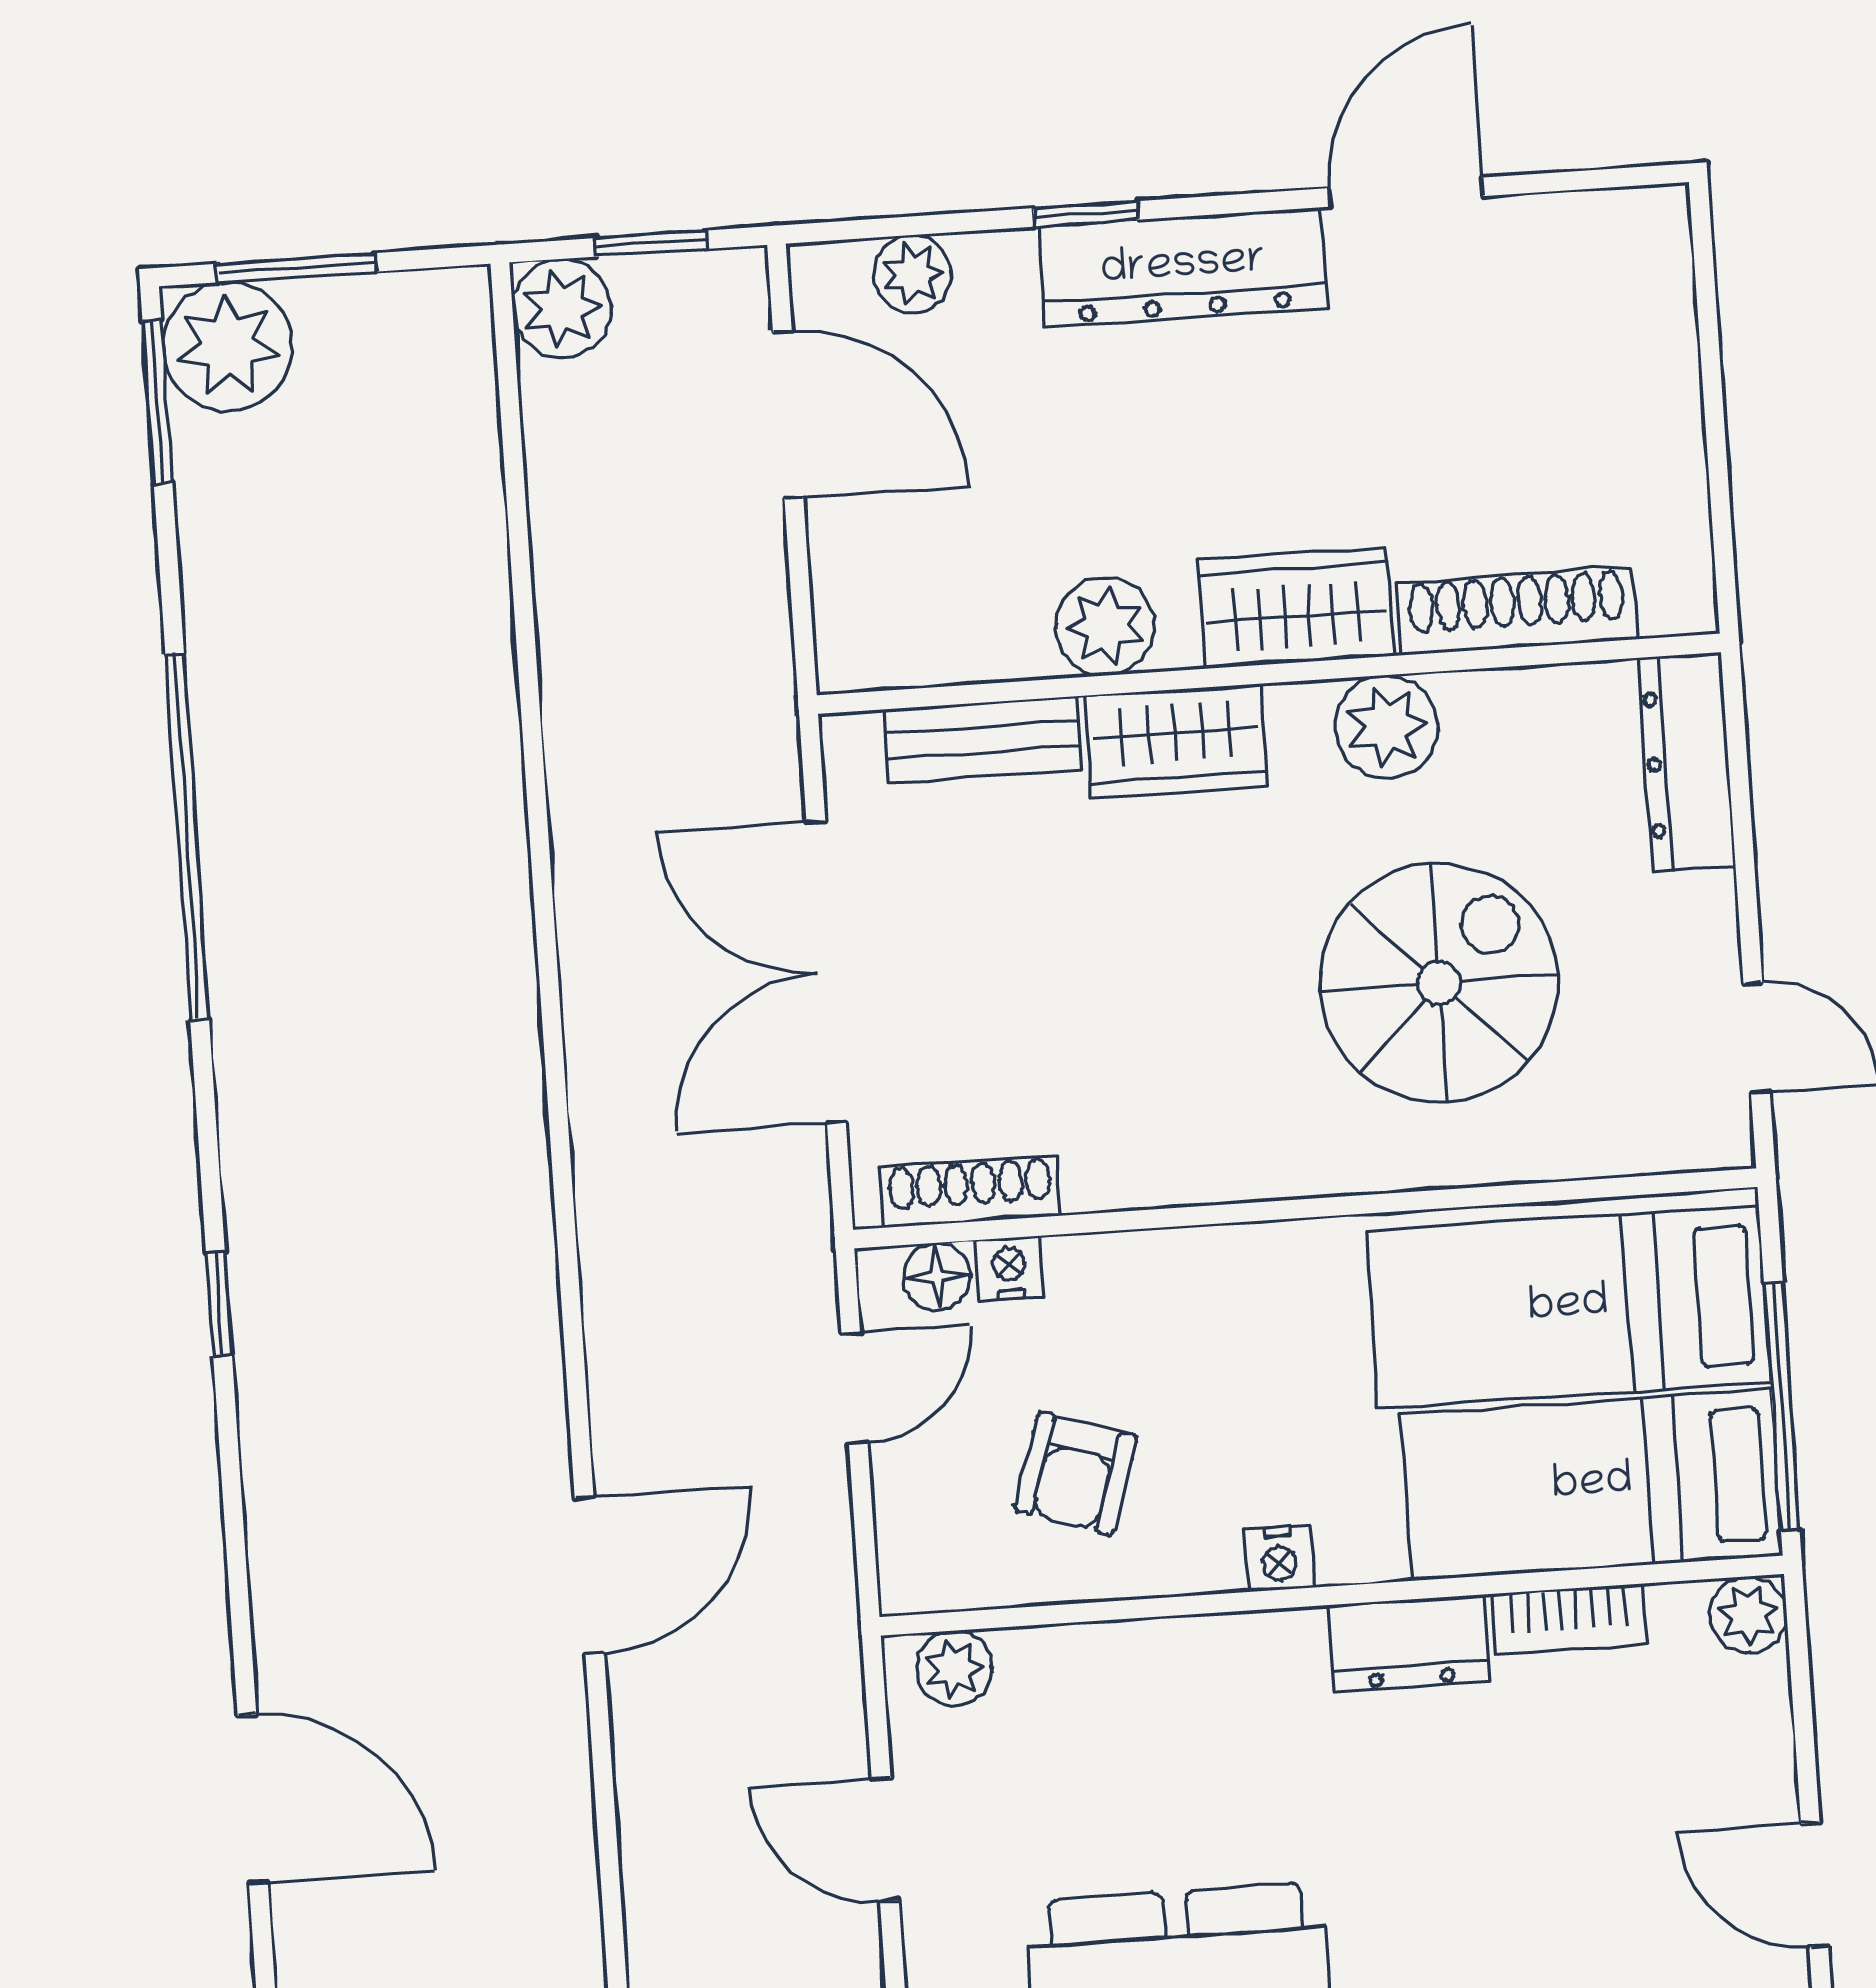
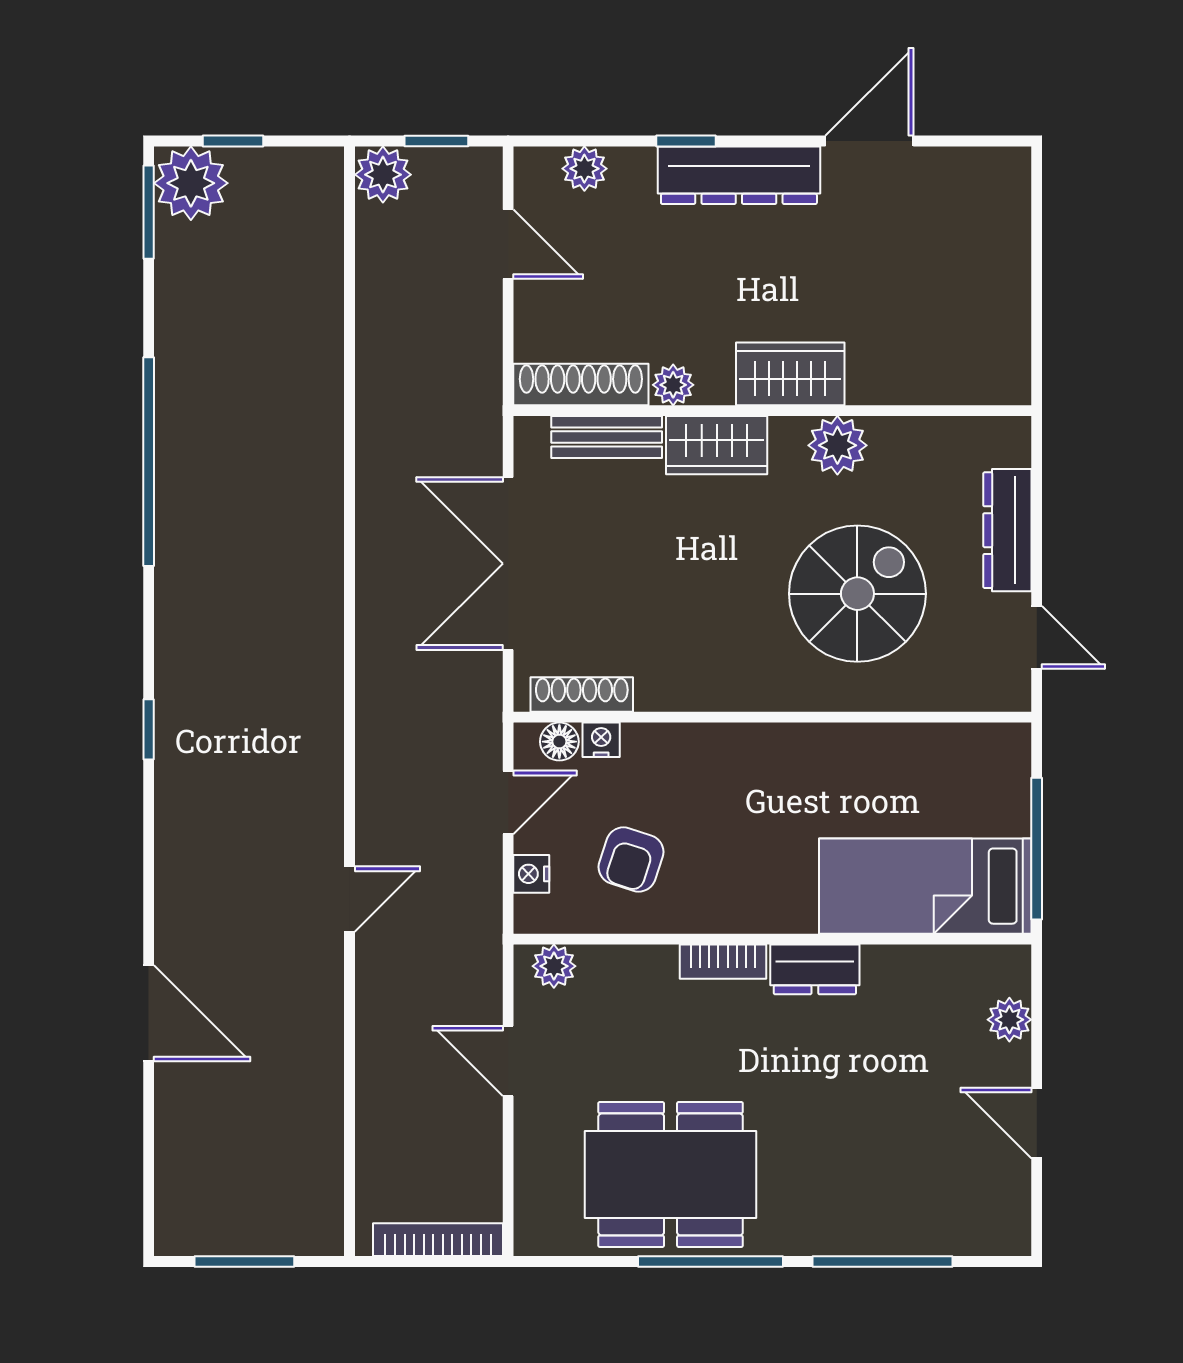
window: (296, 268) -> (233, 141), width x0.67
door: (788, 415) -> (508, 244), width x0.73
shoe rack: (1517, 611) -> (581, 384), moved
plant: (1105, 626) -> (673, 385), width x0.73, depth x0.73
dresser: (1687, 763) -> (1007, 530), moved
bed: (1568, 1307) -> (919, 783), removed
nightstand: (1279, 1558) -> (531, 874), moved, turned 90
door: (589, 1576) -> (349, 899), width x0.73
plant: (1748, 1615) -> (1009, 1020), moved
bookcase: (1569, 1619) -> (723, 962), moved

